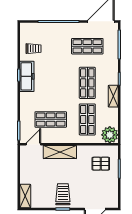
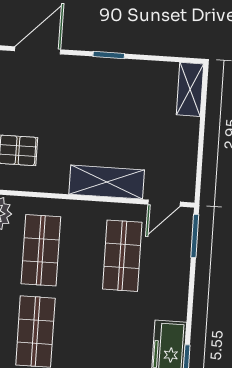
shop shelf: (51, 119) -> (122, 256), turned 90
trolley: (63, 194) -> (106, 88), removed

